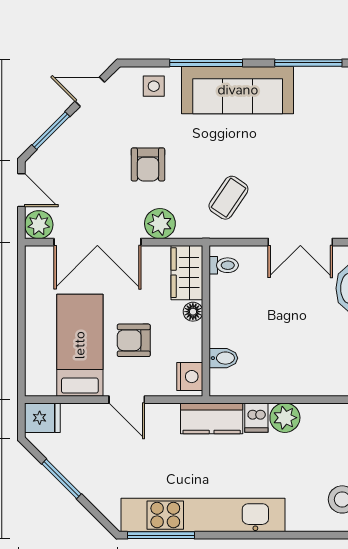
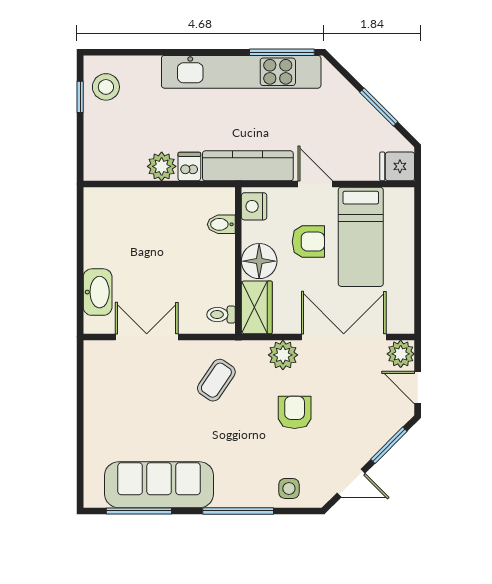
sofa: (238, 90) -> (159, 485), moved
floor lamp: (193, 312) -> (259, 261), width x1.89, depth x1.89
kitchen counter: (212, 418) -> (248, 166), width x1.50

